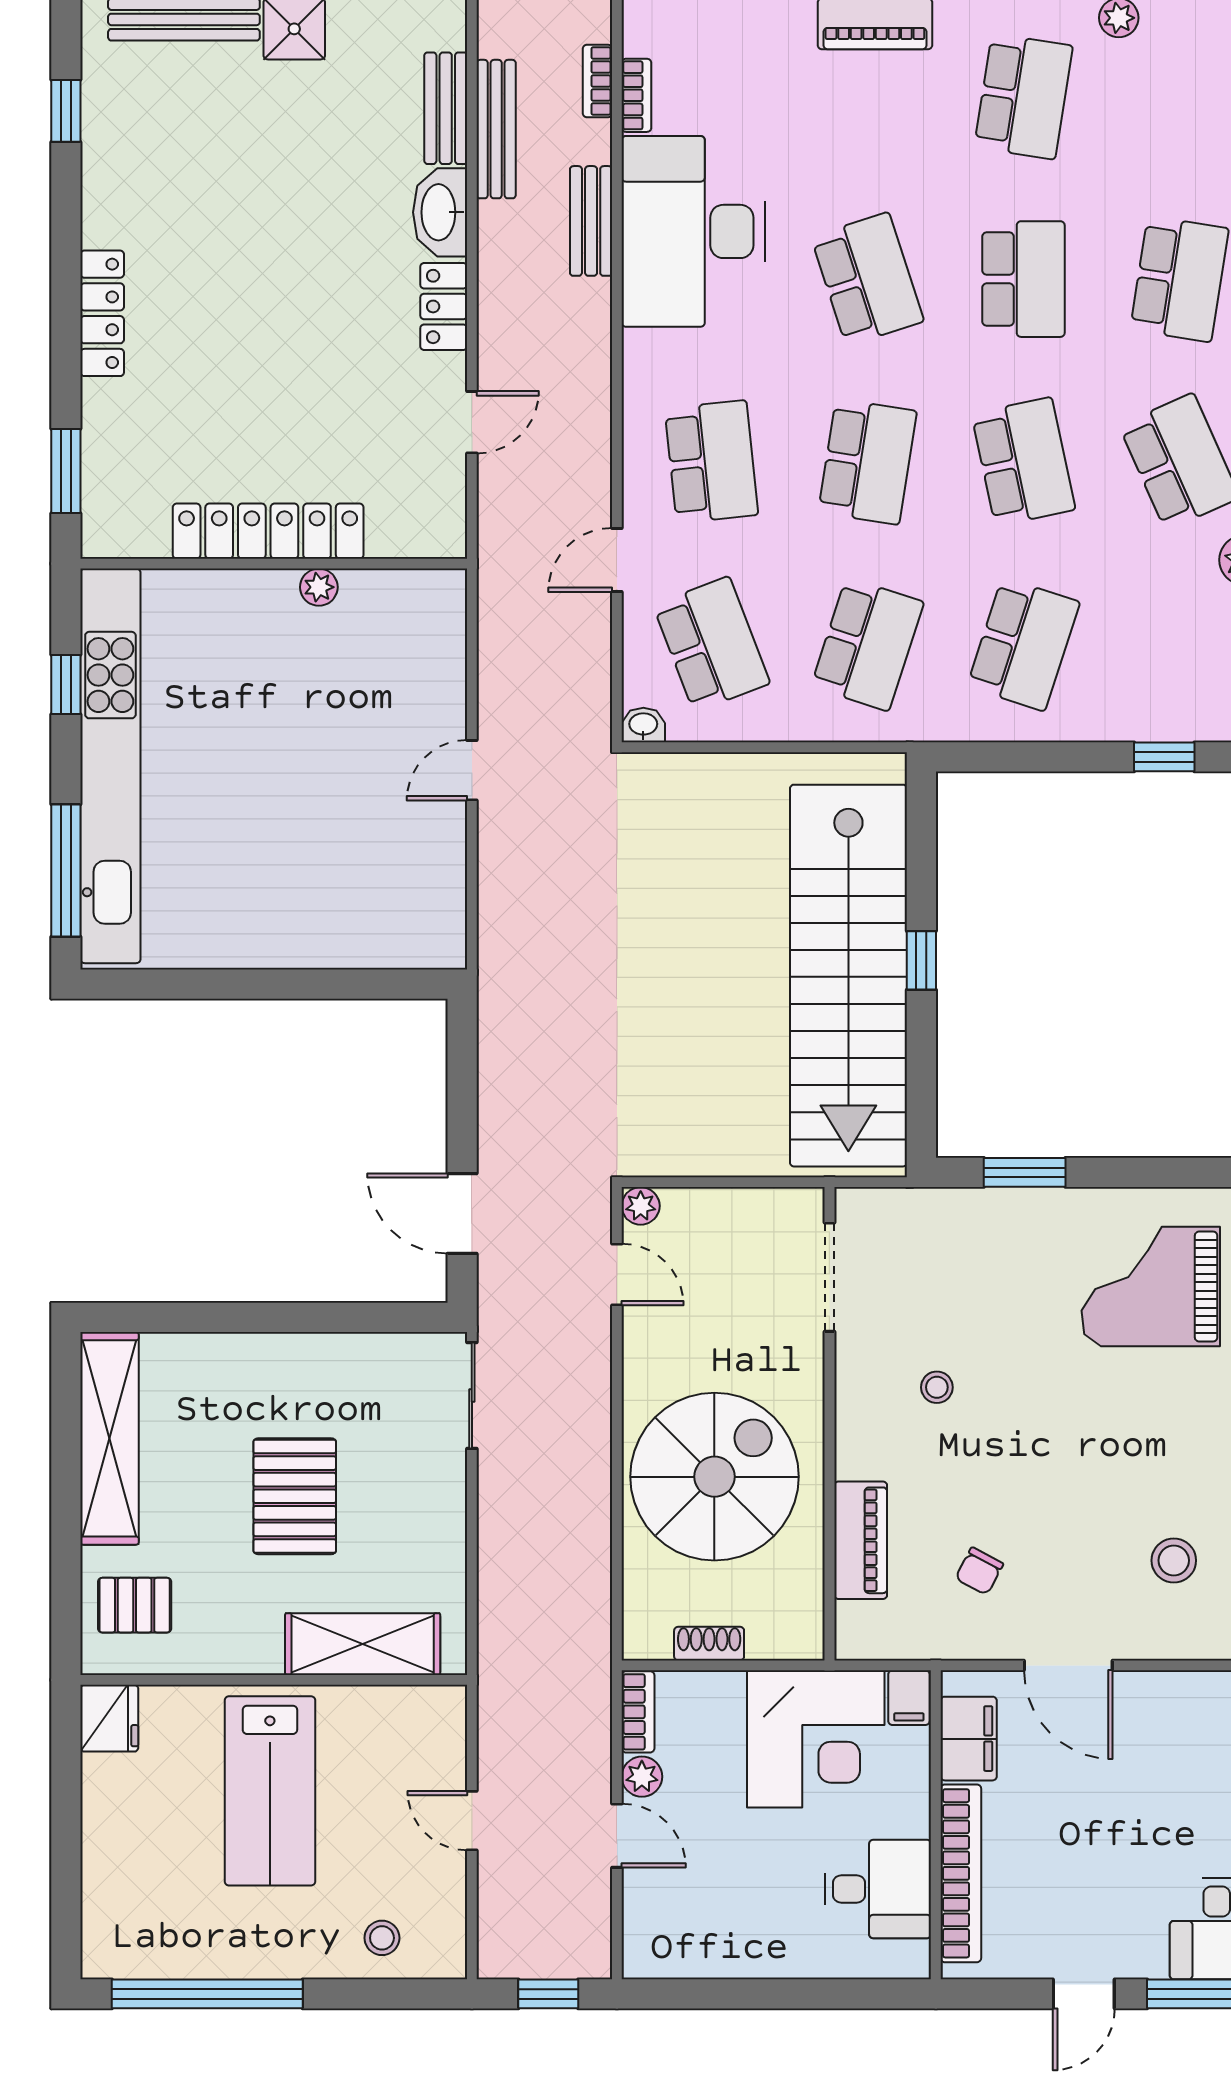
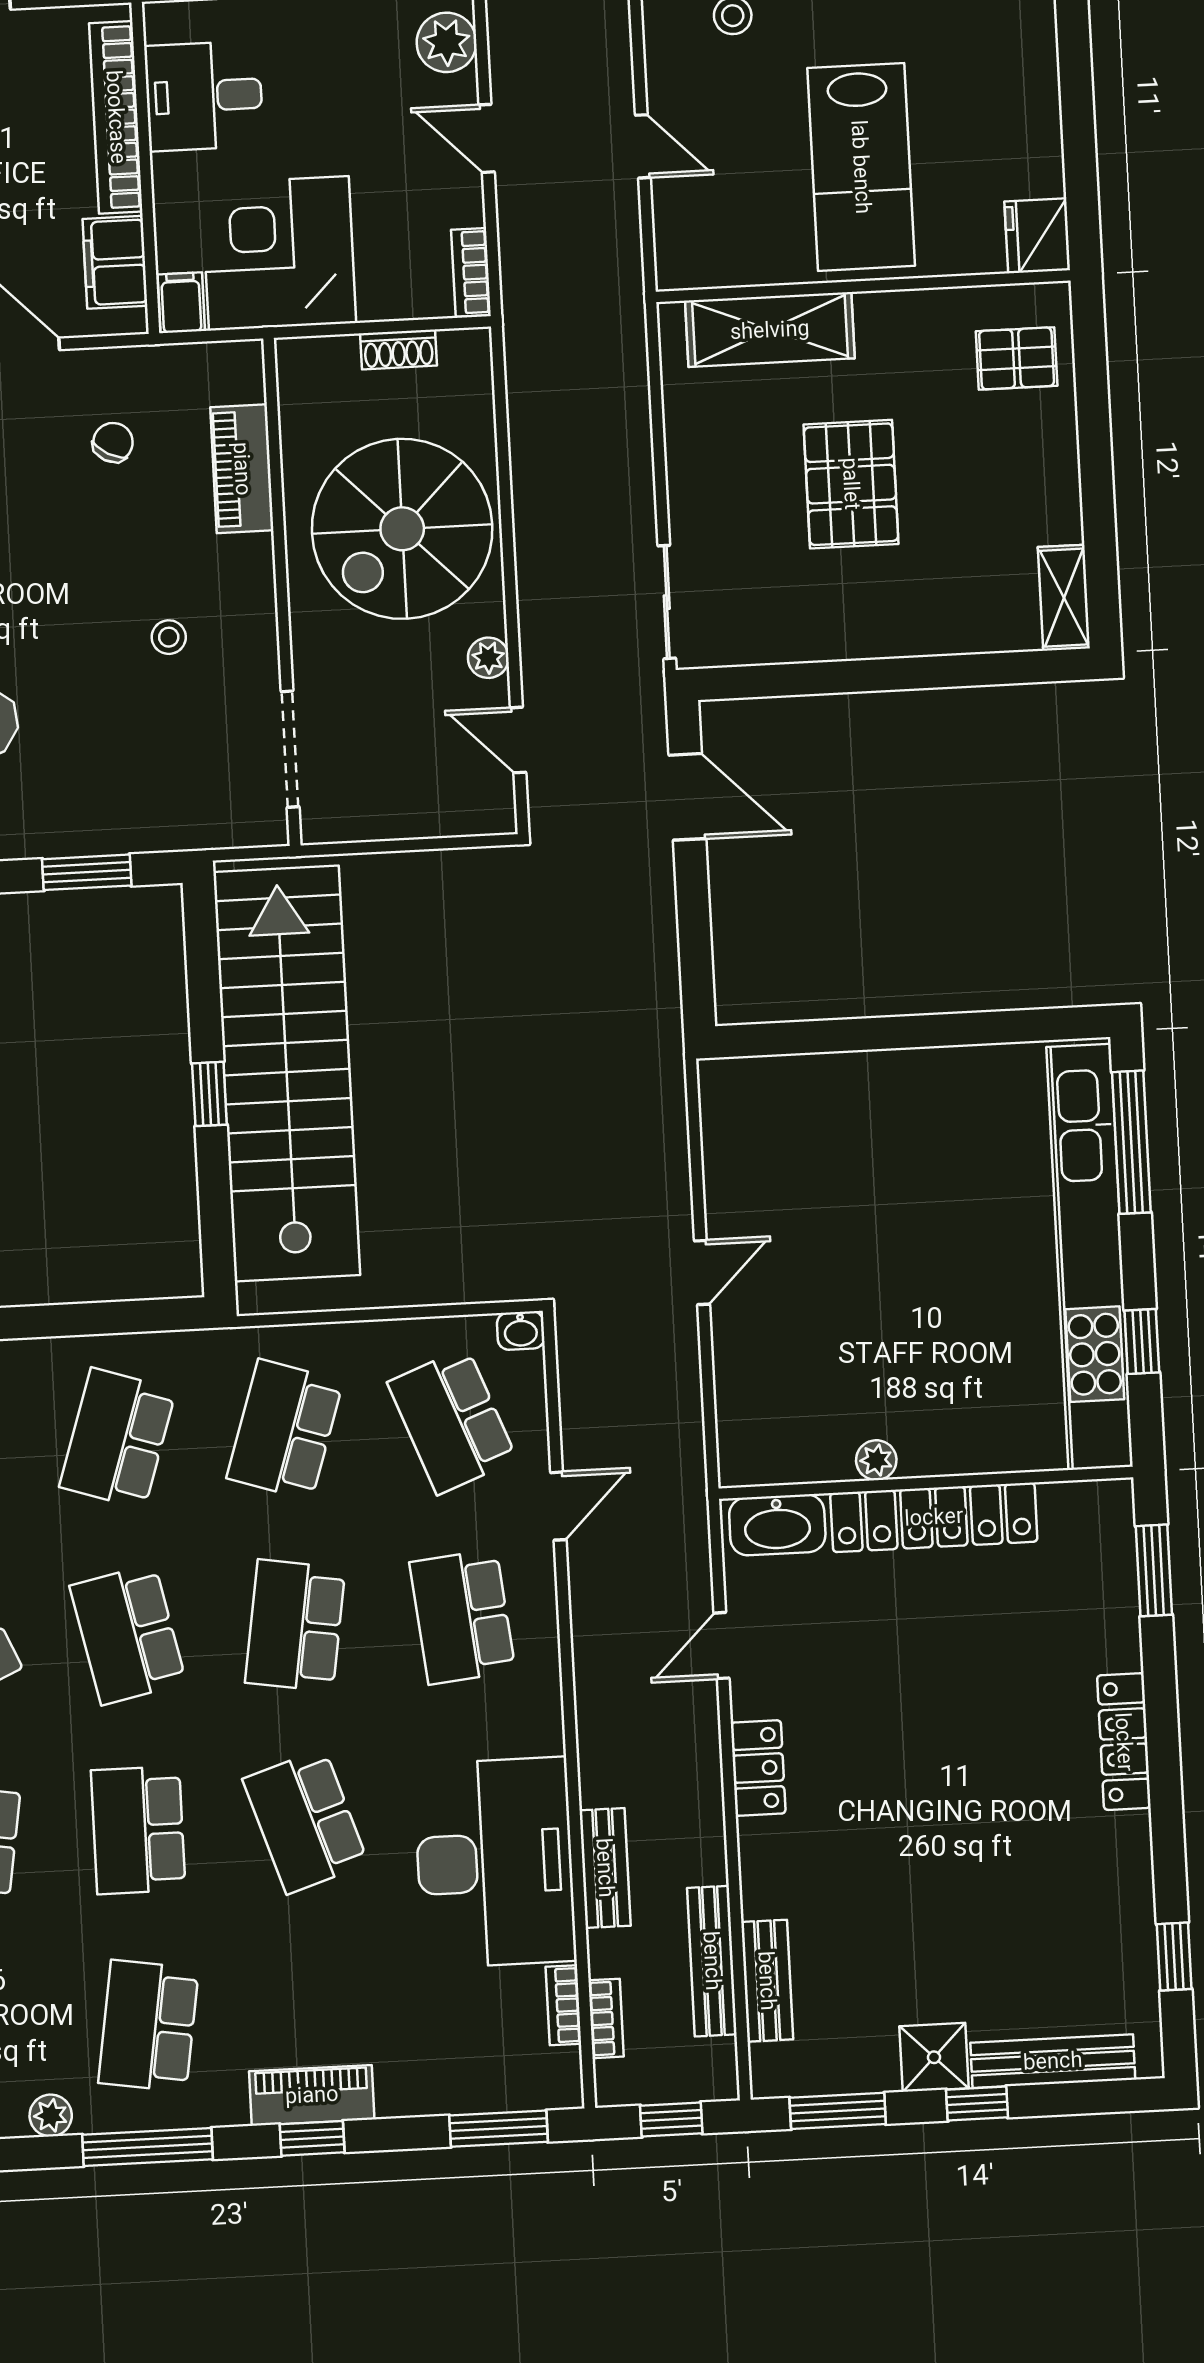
washbasin: (440, 212) -> (777, 1525), moved, turned 90
plant: (641, 1206) -> (488, 658), moved
shelving: (110, 1438) -> (1064, 598), width x0.45, depth x0.75
plant: (642, 1777) -> (447, 42), moved, width x1.38, depth x1.38
lab bench: (270, 1791) -> (861, 167), turned 180

